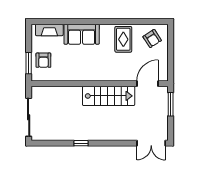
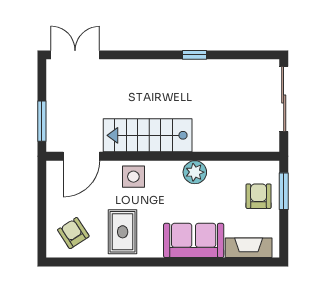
side table: (117, 72) -> (133, 177), added
plant: (81, 74) -> (195, 172), added

